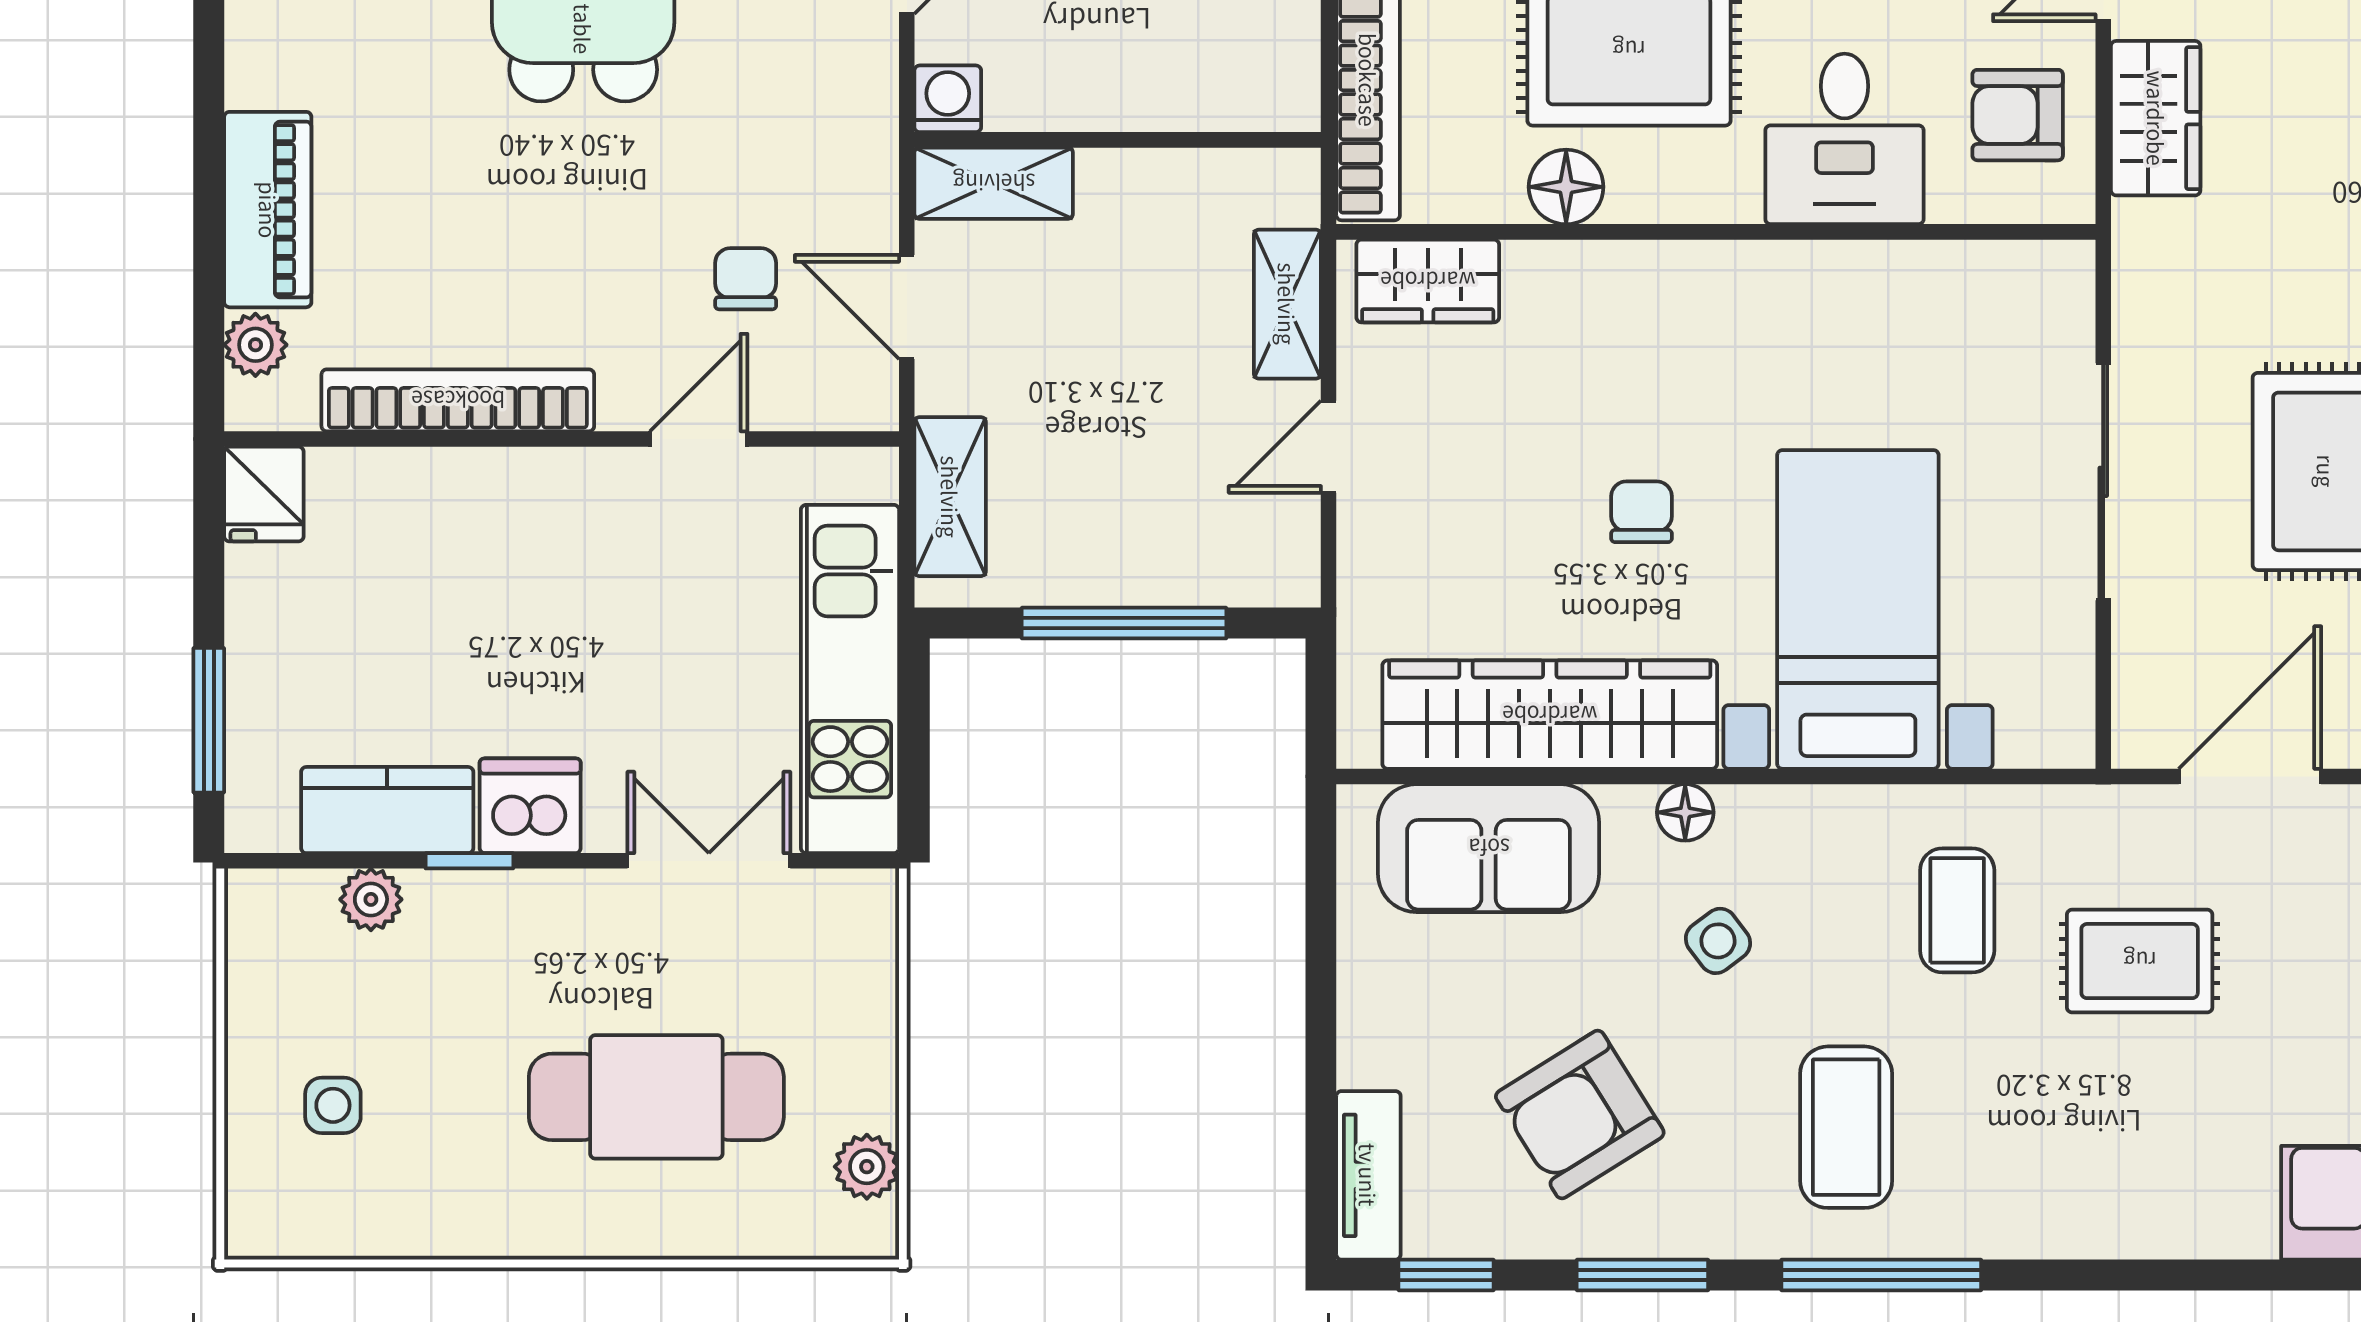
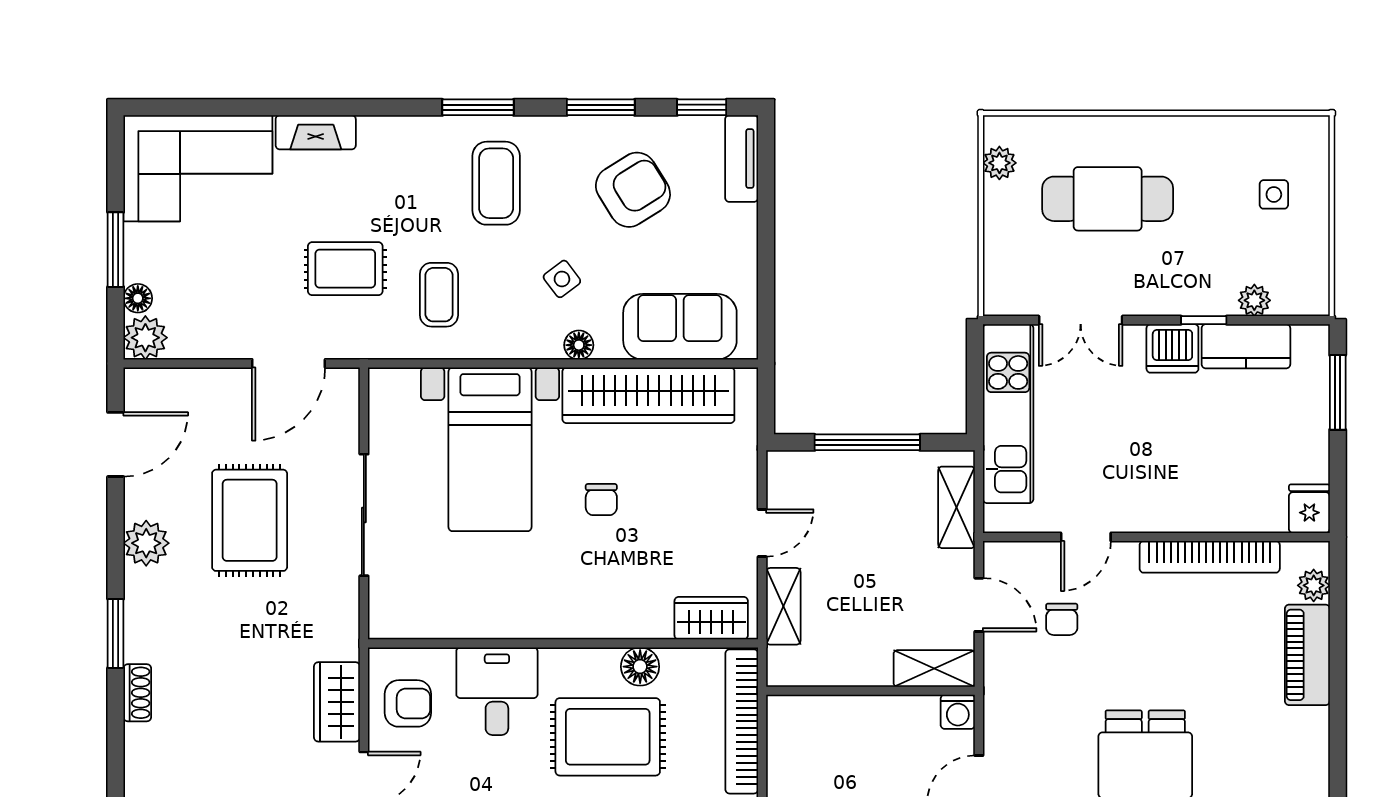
fireplace: (2197, 1226) -> (316, 132), added
window: (1881, 1275) -> (478, 107), width x0.69

